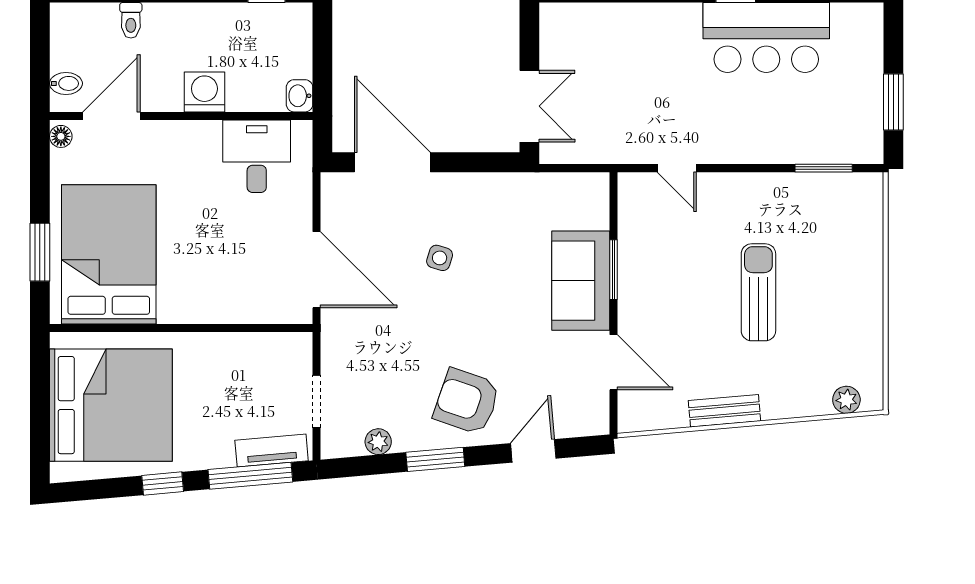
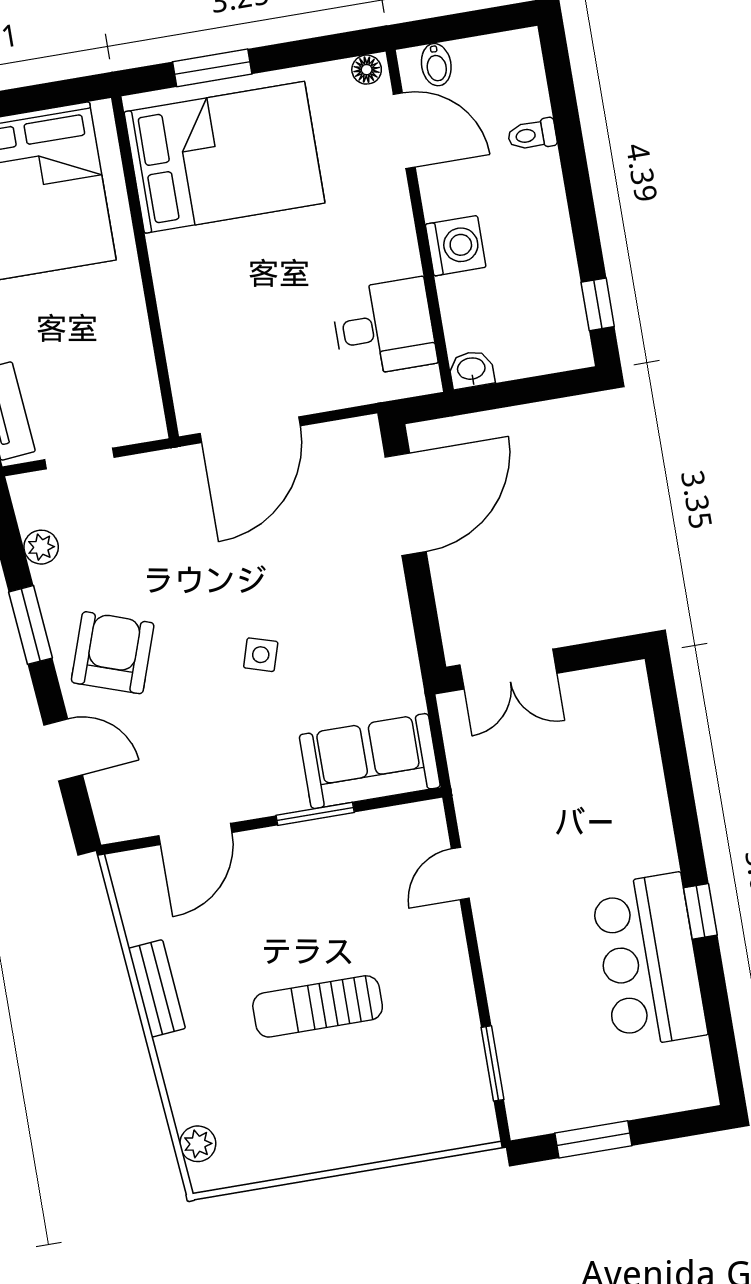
side table: (440, 258) -> (261, 655), moved
sofa: (581, 281) -> (370, 761), moved
sun lounger: (758, 292) -> (318, 1006), turned 180

